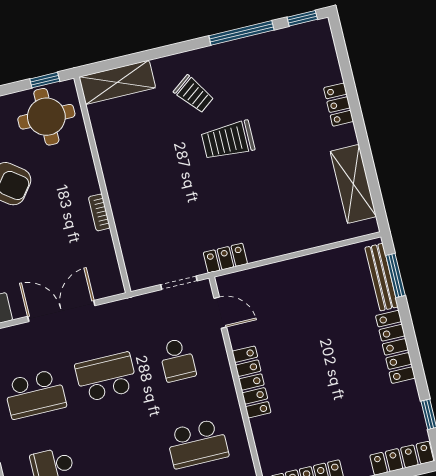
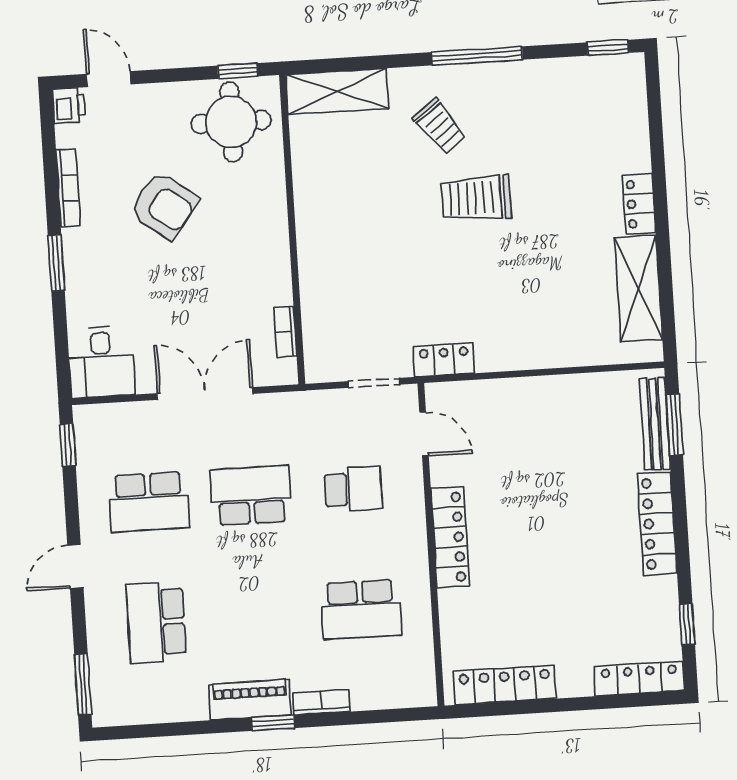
window: (241, 33) -> (477, 56), moved
locker: (339, 105) -> (639, 204), moved
bookcase: (99, 212) -> (285, 332), moved
school desk: (177, 360) -> (353, 489), turned -90

